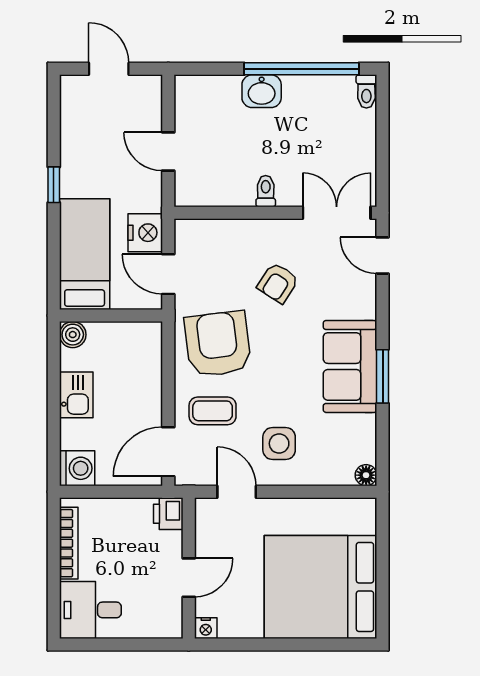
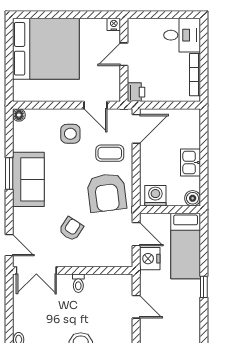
washing machine: (77, 468) -> (155, 196), moved, turned 90

